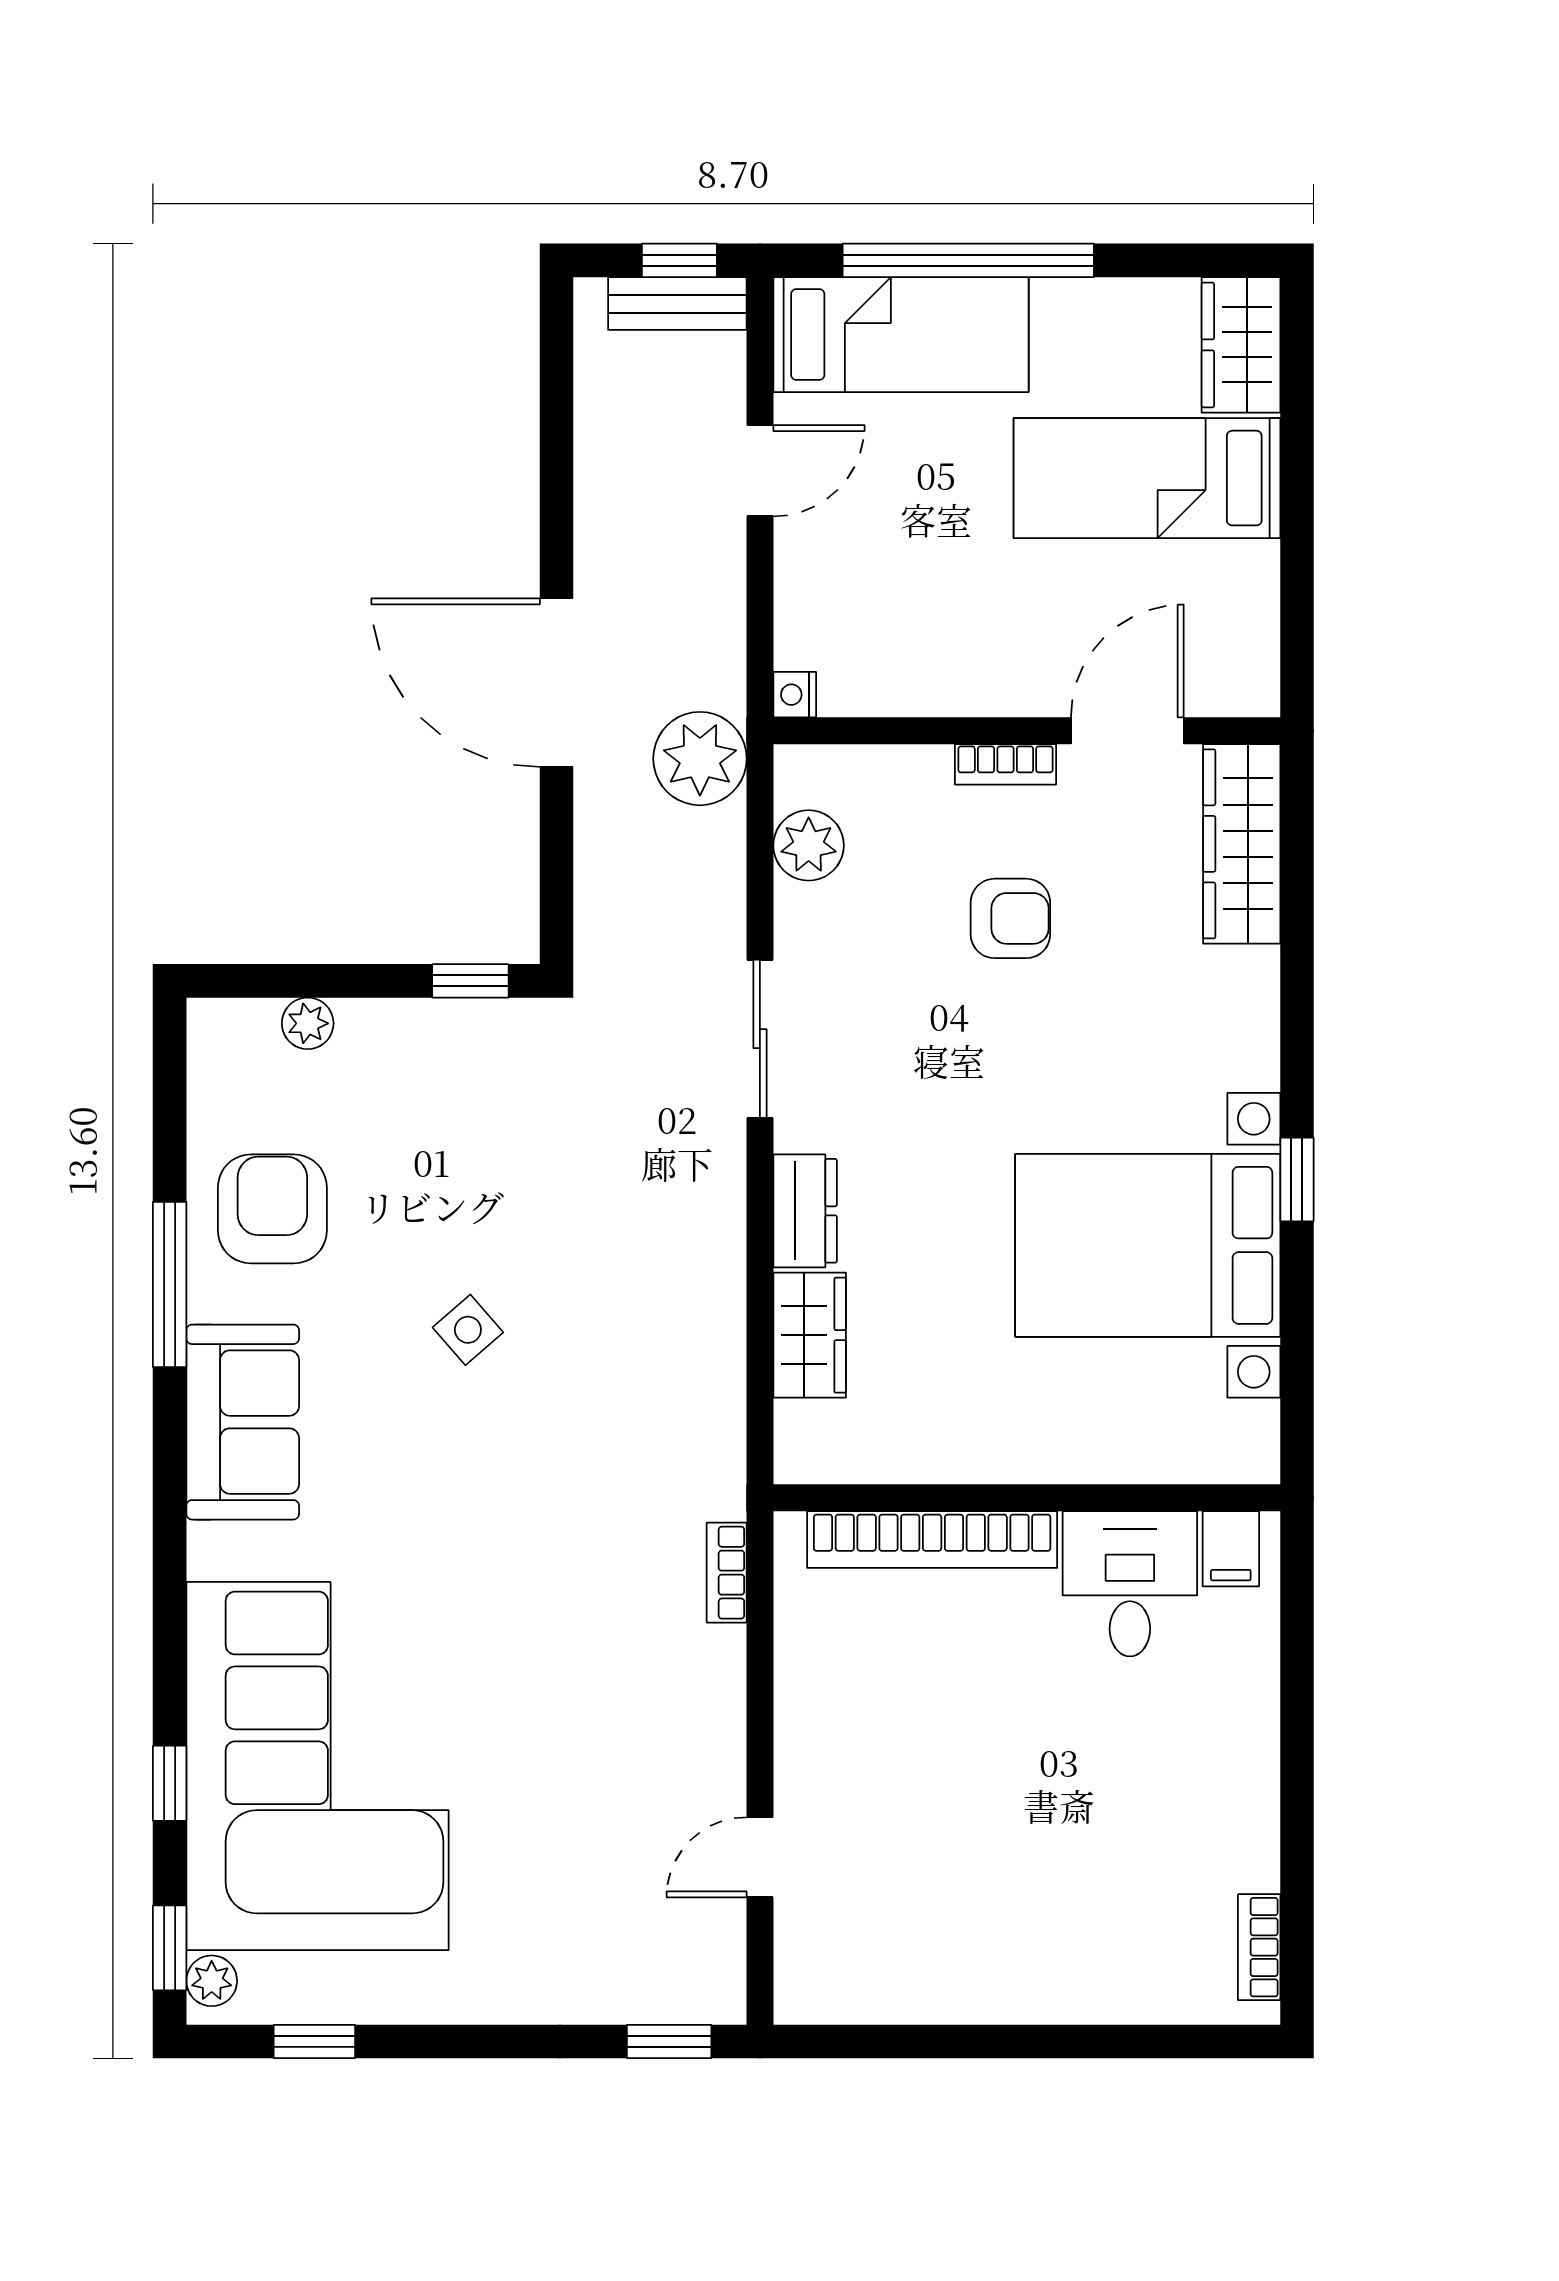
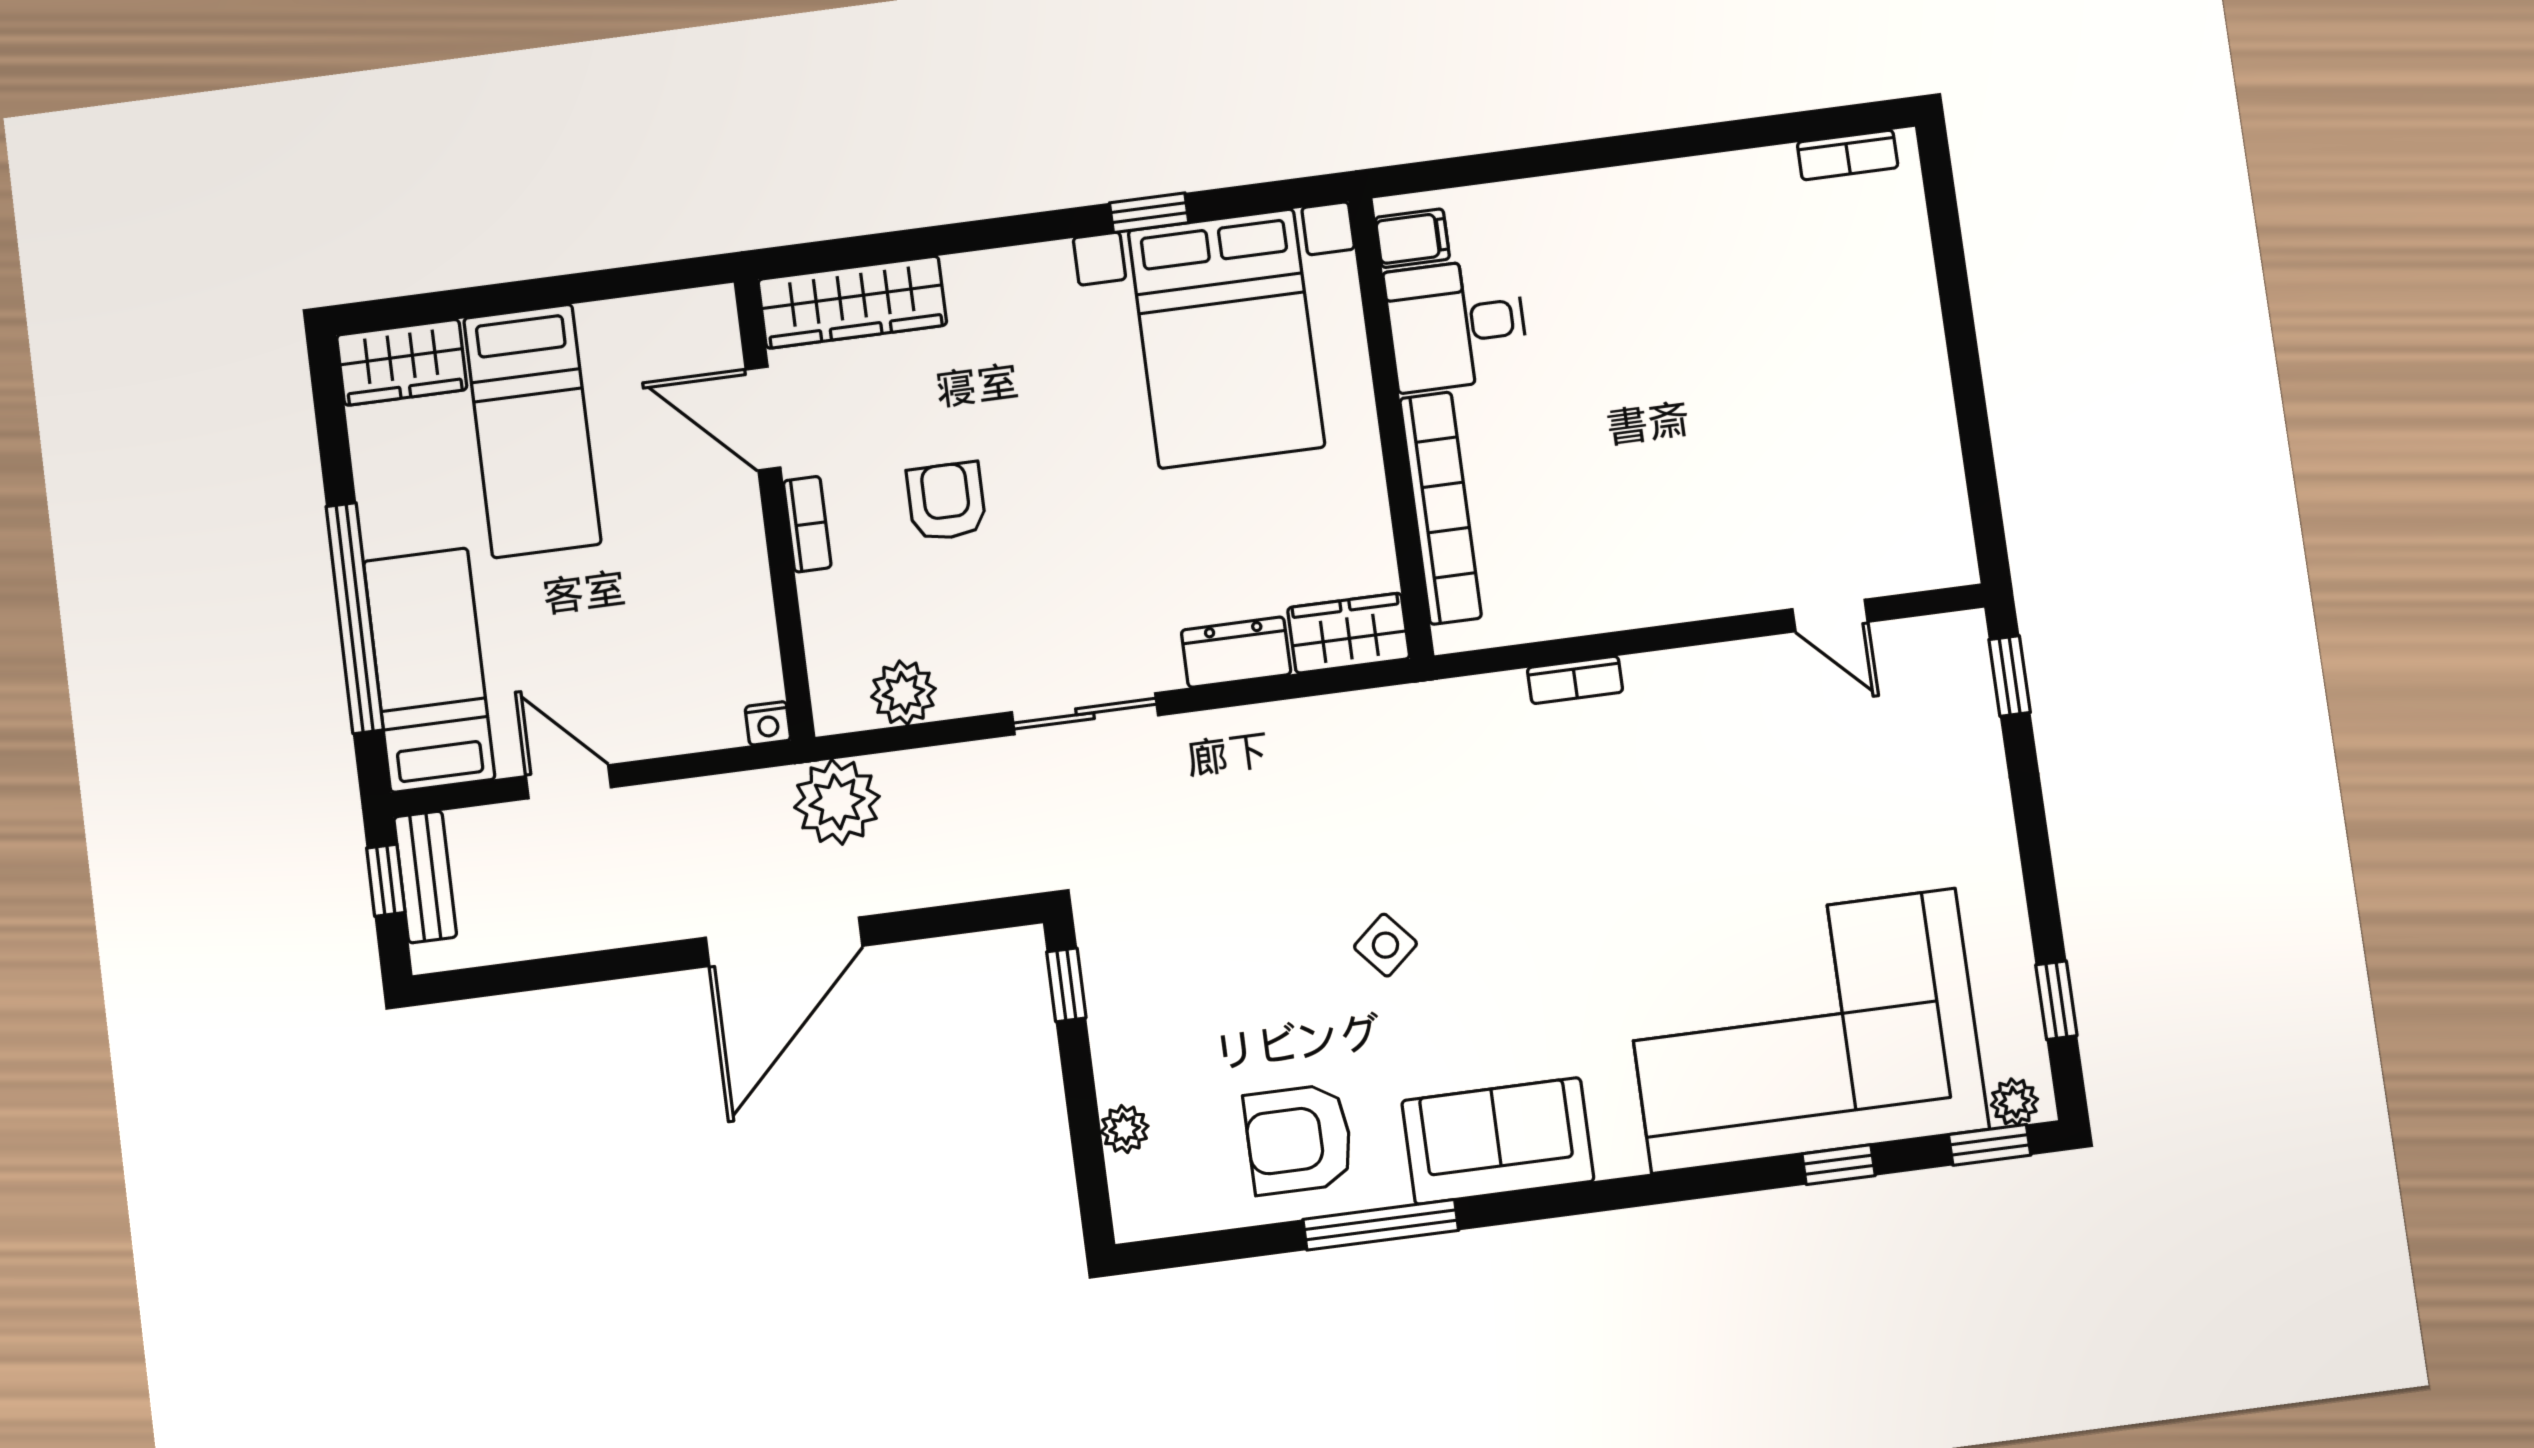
wall: (1027, 1498) -> (1391, 428), moved
bookcase: (932, 1540) -> (1441, 508), moved
filing cabinet: (1231, 1549) -> (1412, 238), moved
desk: (1130, 1584) -> (1456, 325), moved

